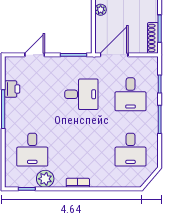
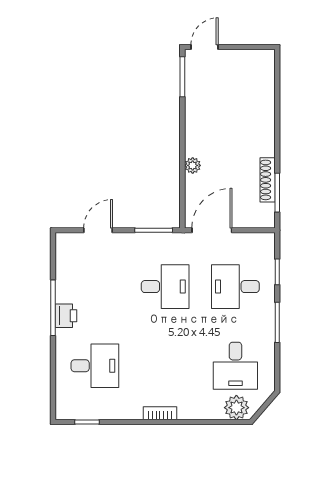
shoe rack: (153, 38) -> (268, 180), moved
printer: (12, 89) -> (66, 316), moved
desk: (131, 94) -> (235, 287), turned 90
desk: (32, 150) -> (95, 366), turned -90
plant: (45, 179) -> (236, 408), moved

